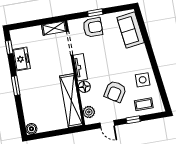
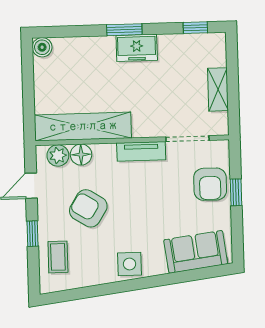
shelving: (54, 28) -> (218, 89), moved
freezer: (21, 59) -> (137, 48), moved
side table: (143, 80) -> (130, 264), moved
floor lamp: (84, 87) -> (81, 155), moved

